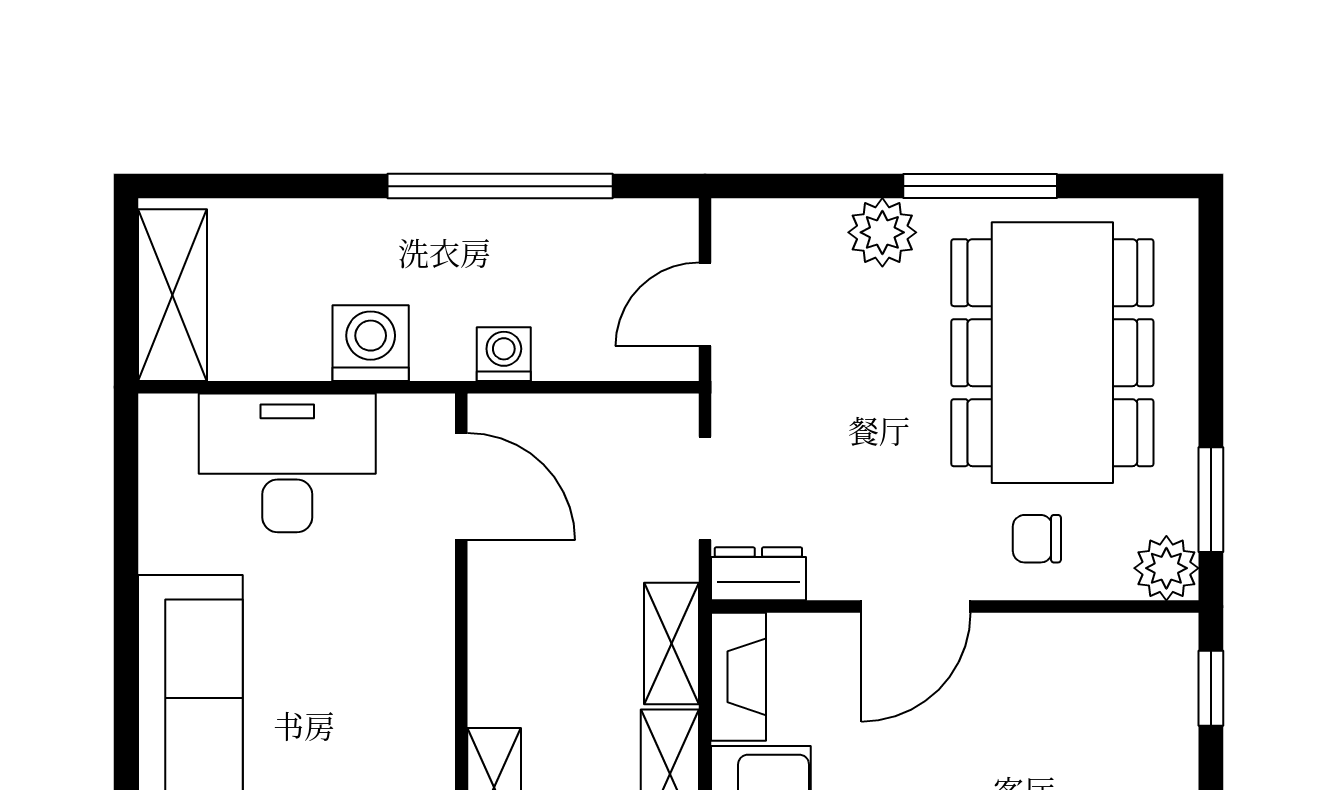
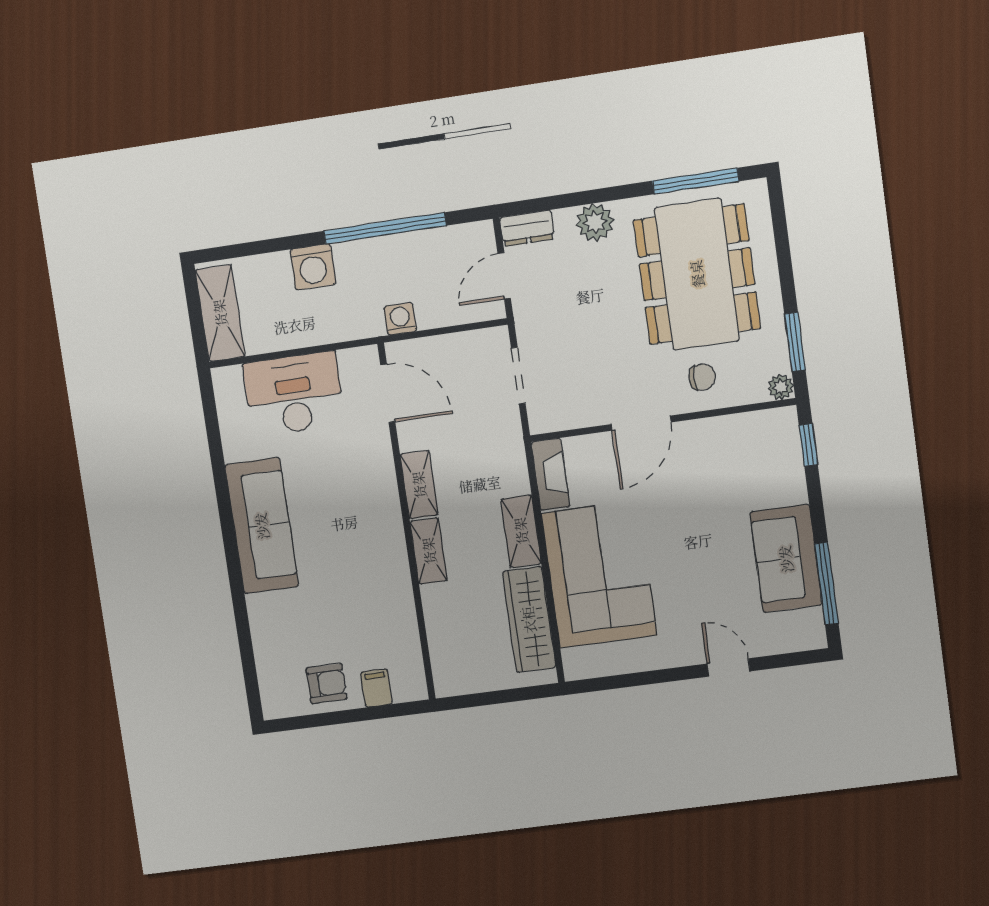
window: (980, 186) -> (696, 181), moved
washing machine: (371, 343) -> (313, 267), moved, turned 180
chair: (1037, 539) -> (702, 377), turned 180
plant: (1166, 568) -> (781, 387), width x0.73, depth x0.73
dresser: (758, 574) -> (527, 228), moved, turned 180
shelving: (671, 644) -> (419, 485), moved

